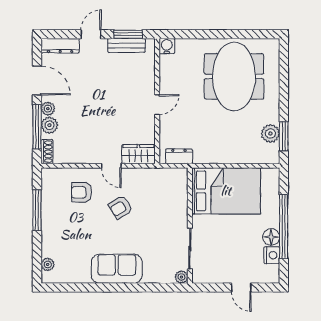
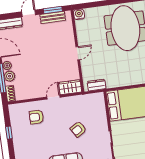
door: (111, 166) -> (53, 97), swing flipped
armchair: (121, 207) -> (78, 129), moved
window: (37, 210) -> (9, 133), width x0.46

